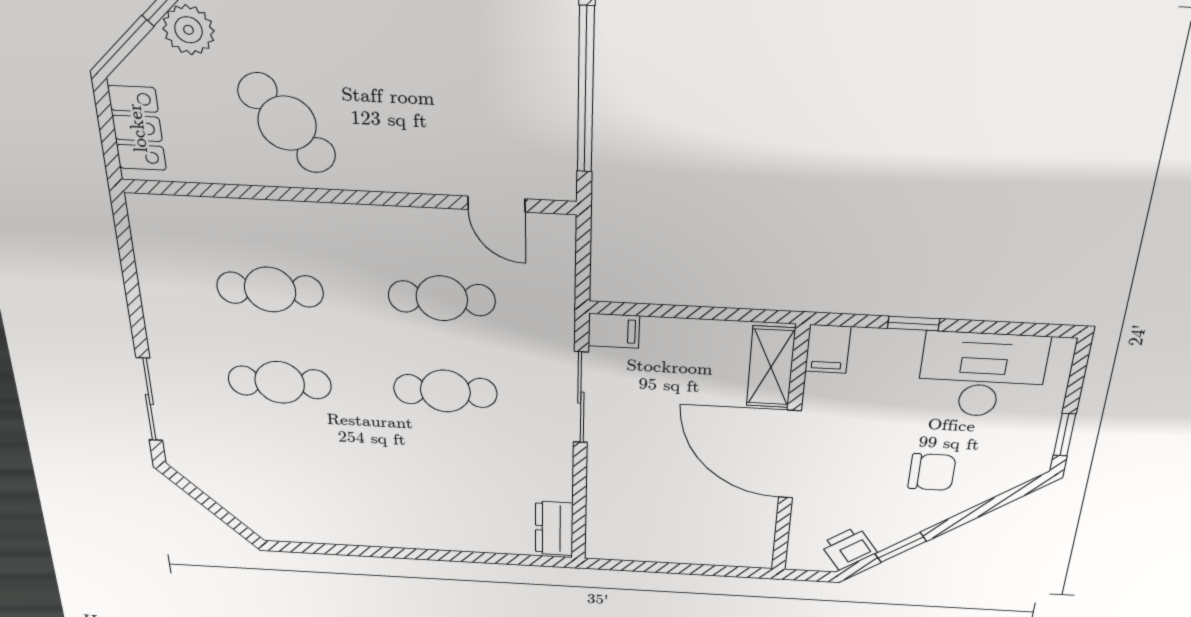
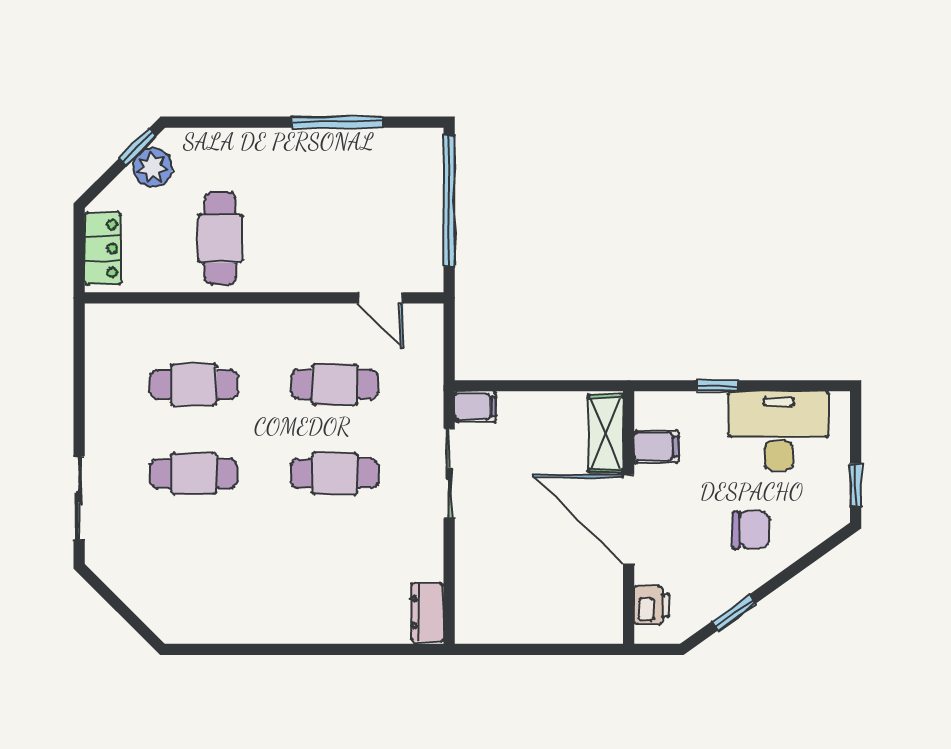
cafe table: (287, 123) -> (220, 238), turned 39
filing cabinet: (828, 349) -> (656, 447), moved, turned -90
printer: (849, 548) -> (652, 605), moved, turned 125

